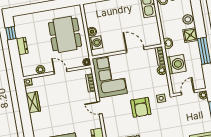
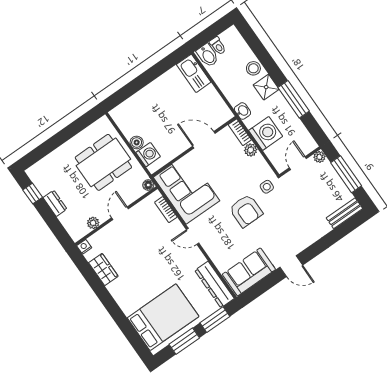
dining table: (65, 34) -> (103, 162), turned 90
door: (60, 72) -> (120, 213), hinge flipped

